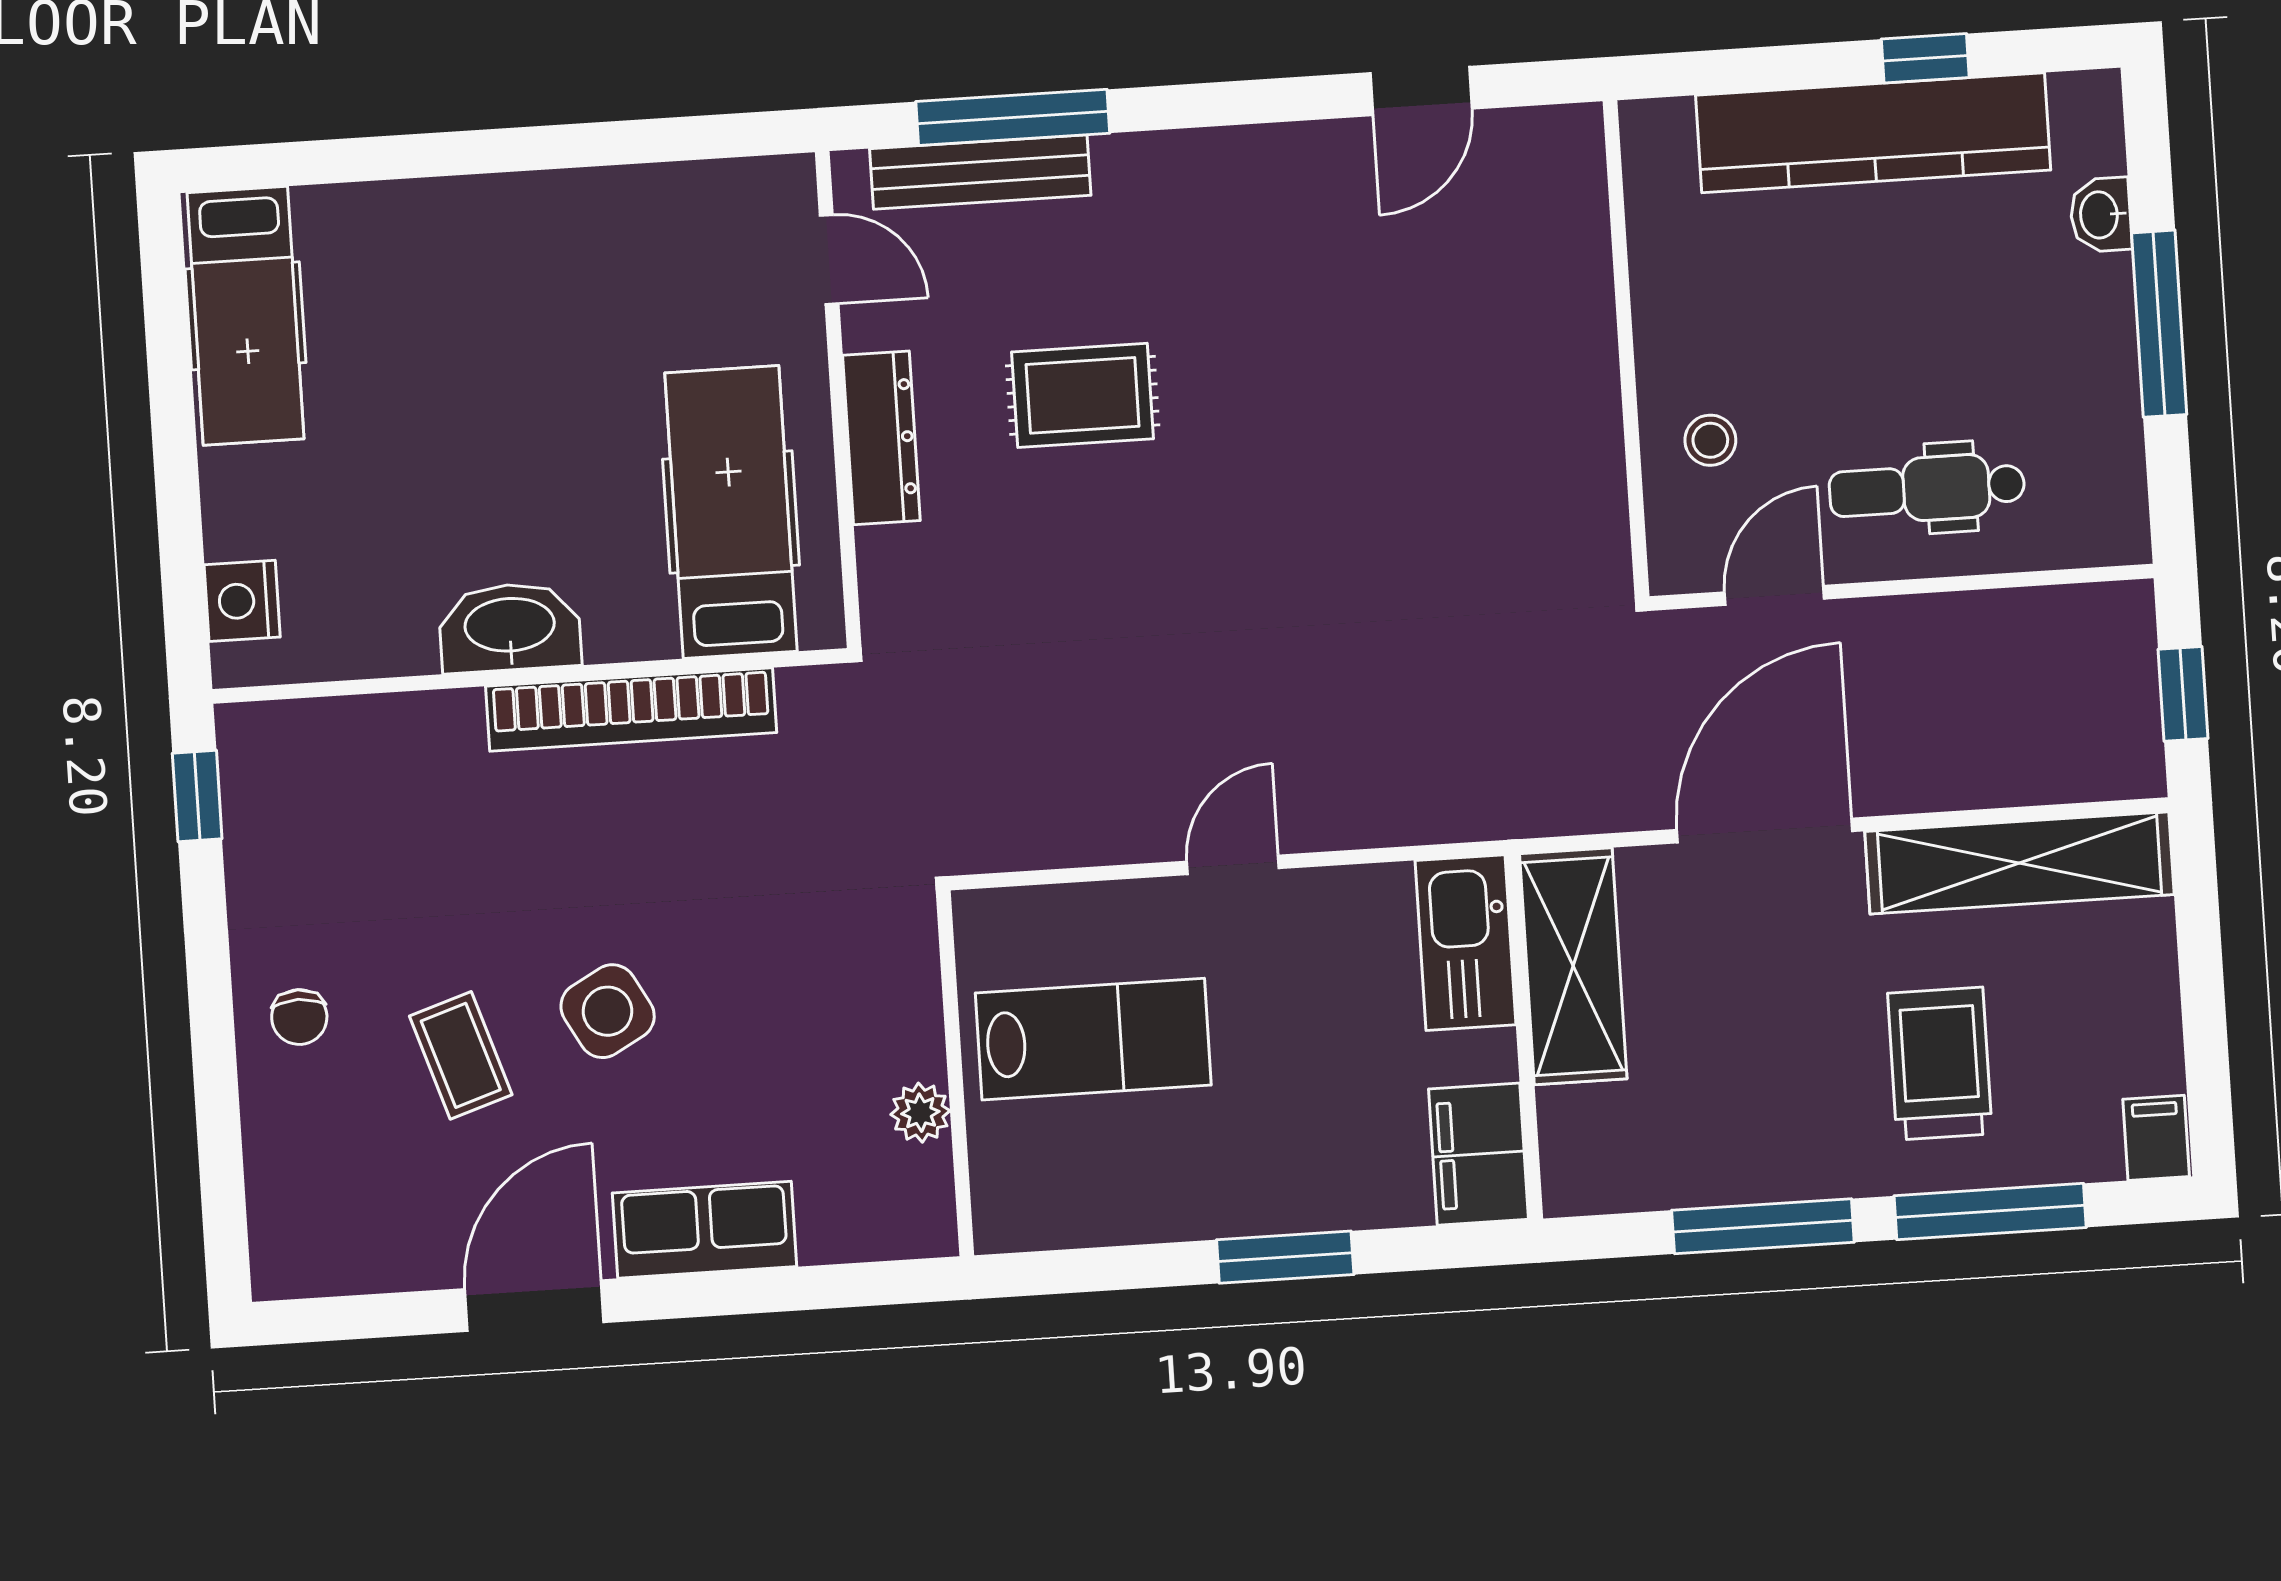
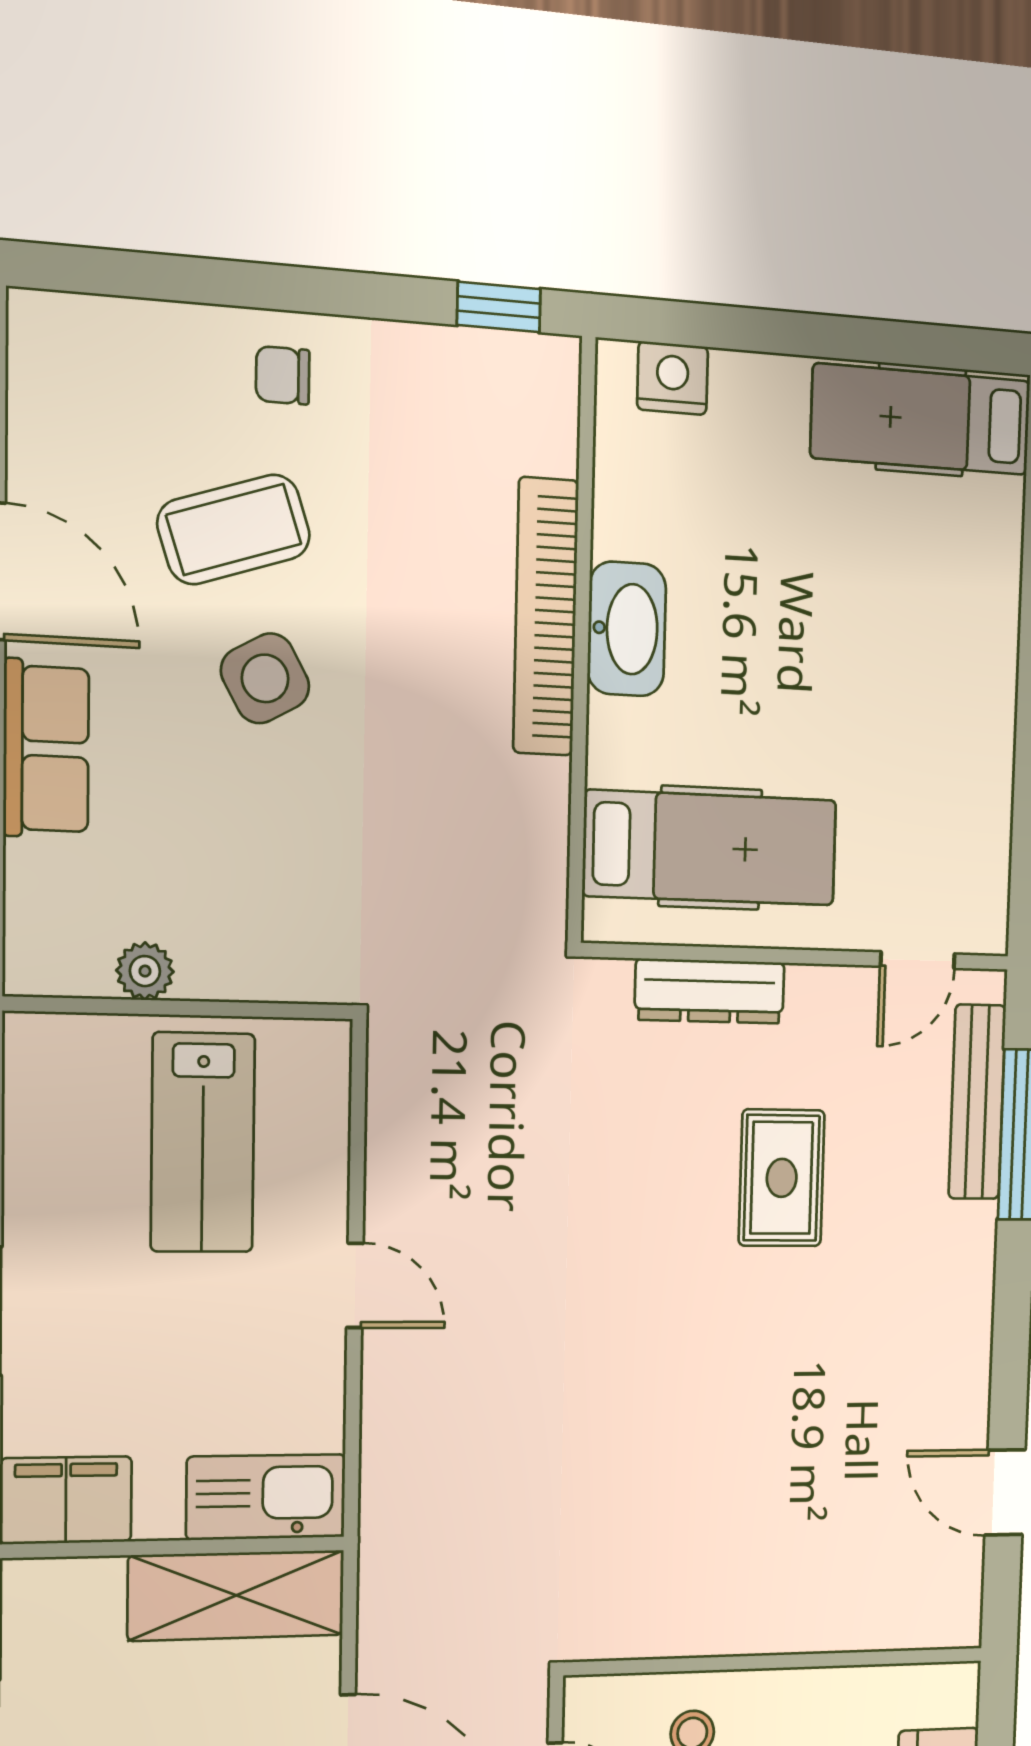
dresser: (881, 438) -> (710, 991), moved
bookcase: (631, 709) -> (546, 617), moved
coffee table: (461, 1055) -> (234, 529), width x1.36, depth x1.30

